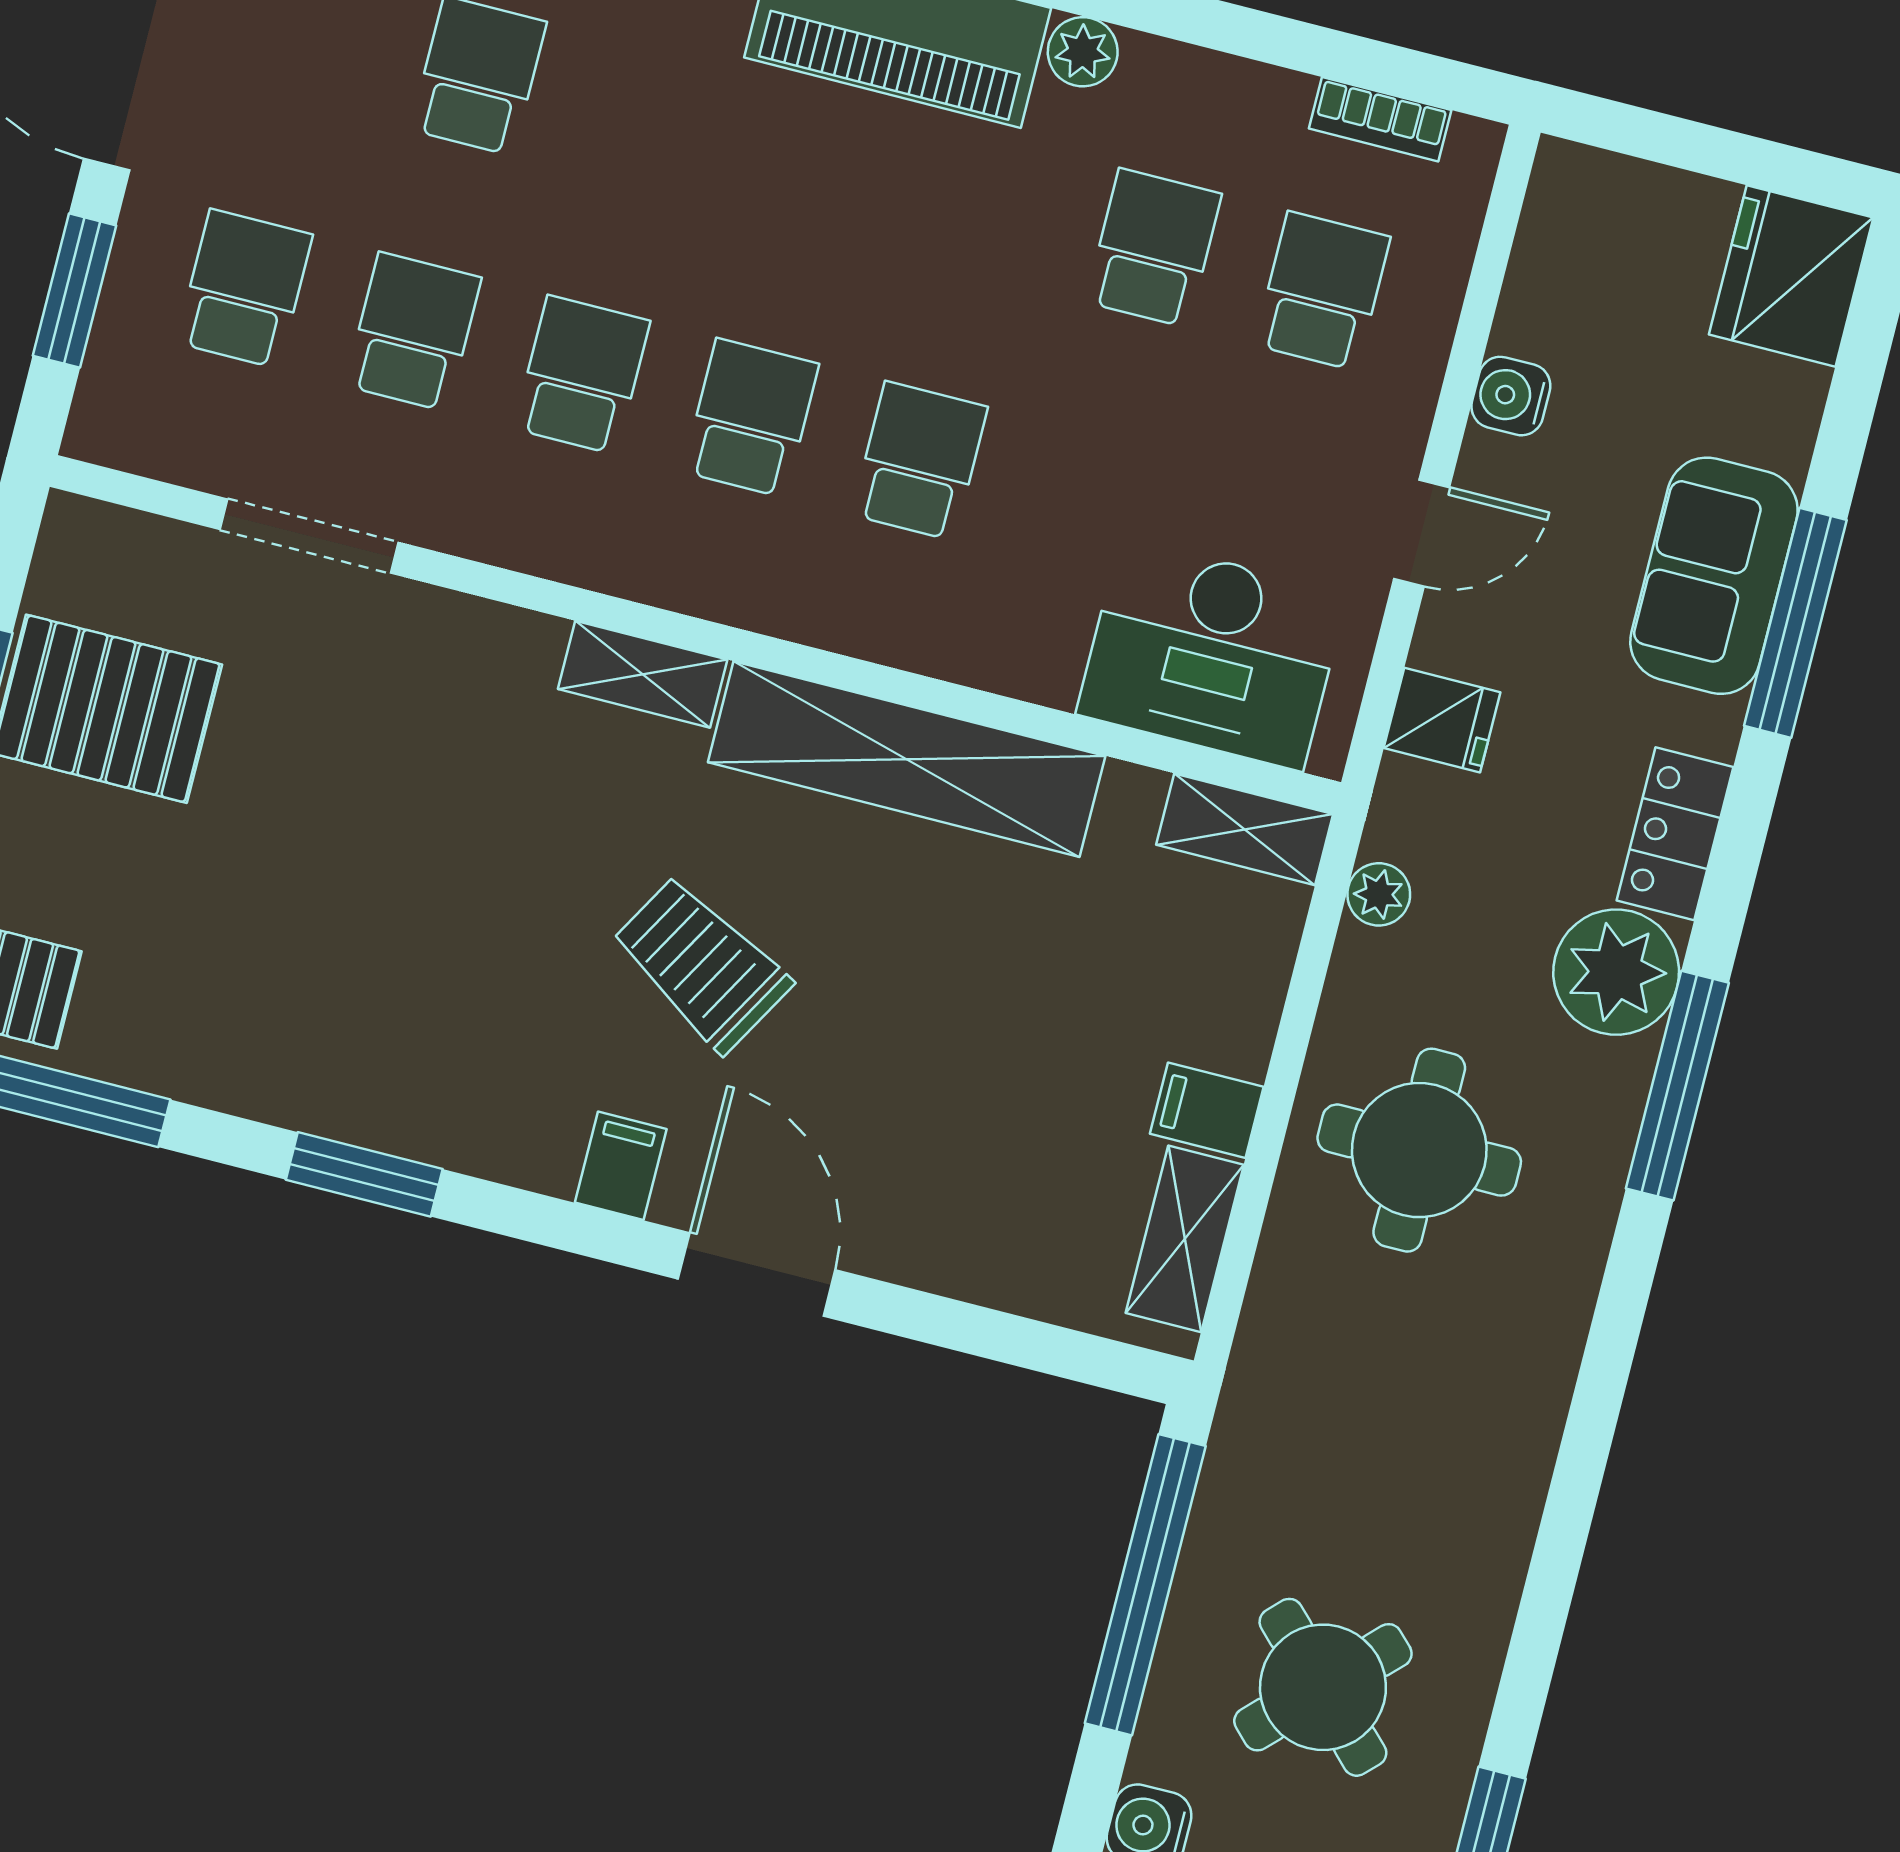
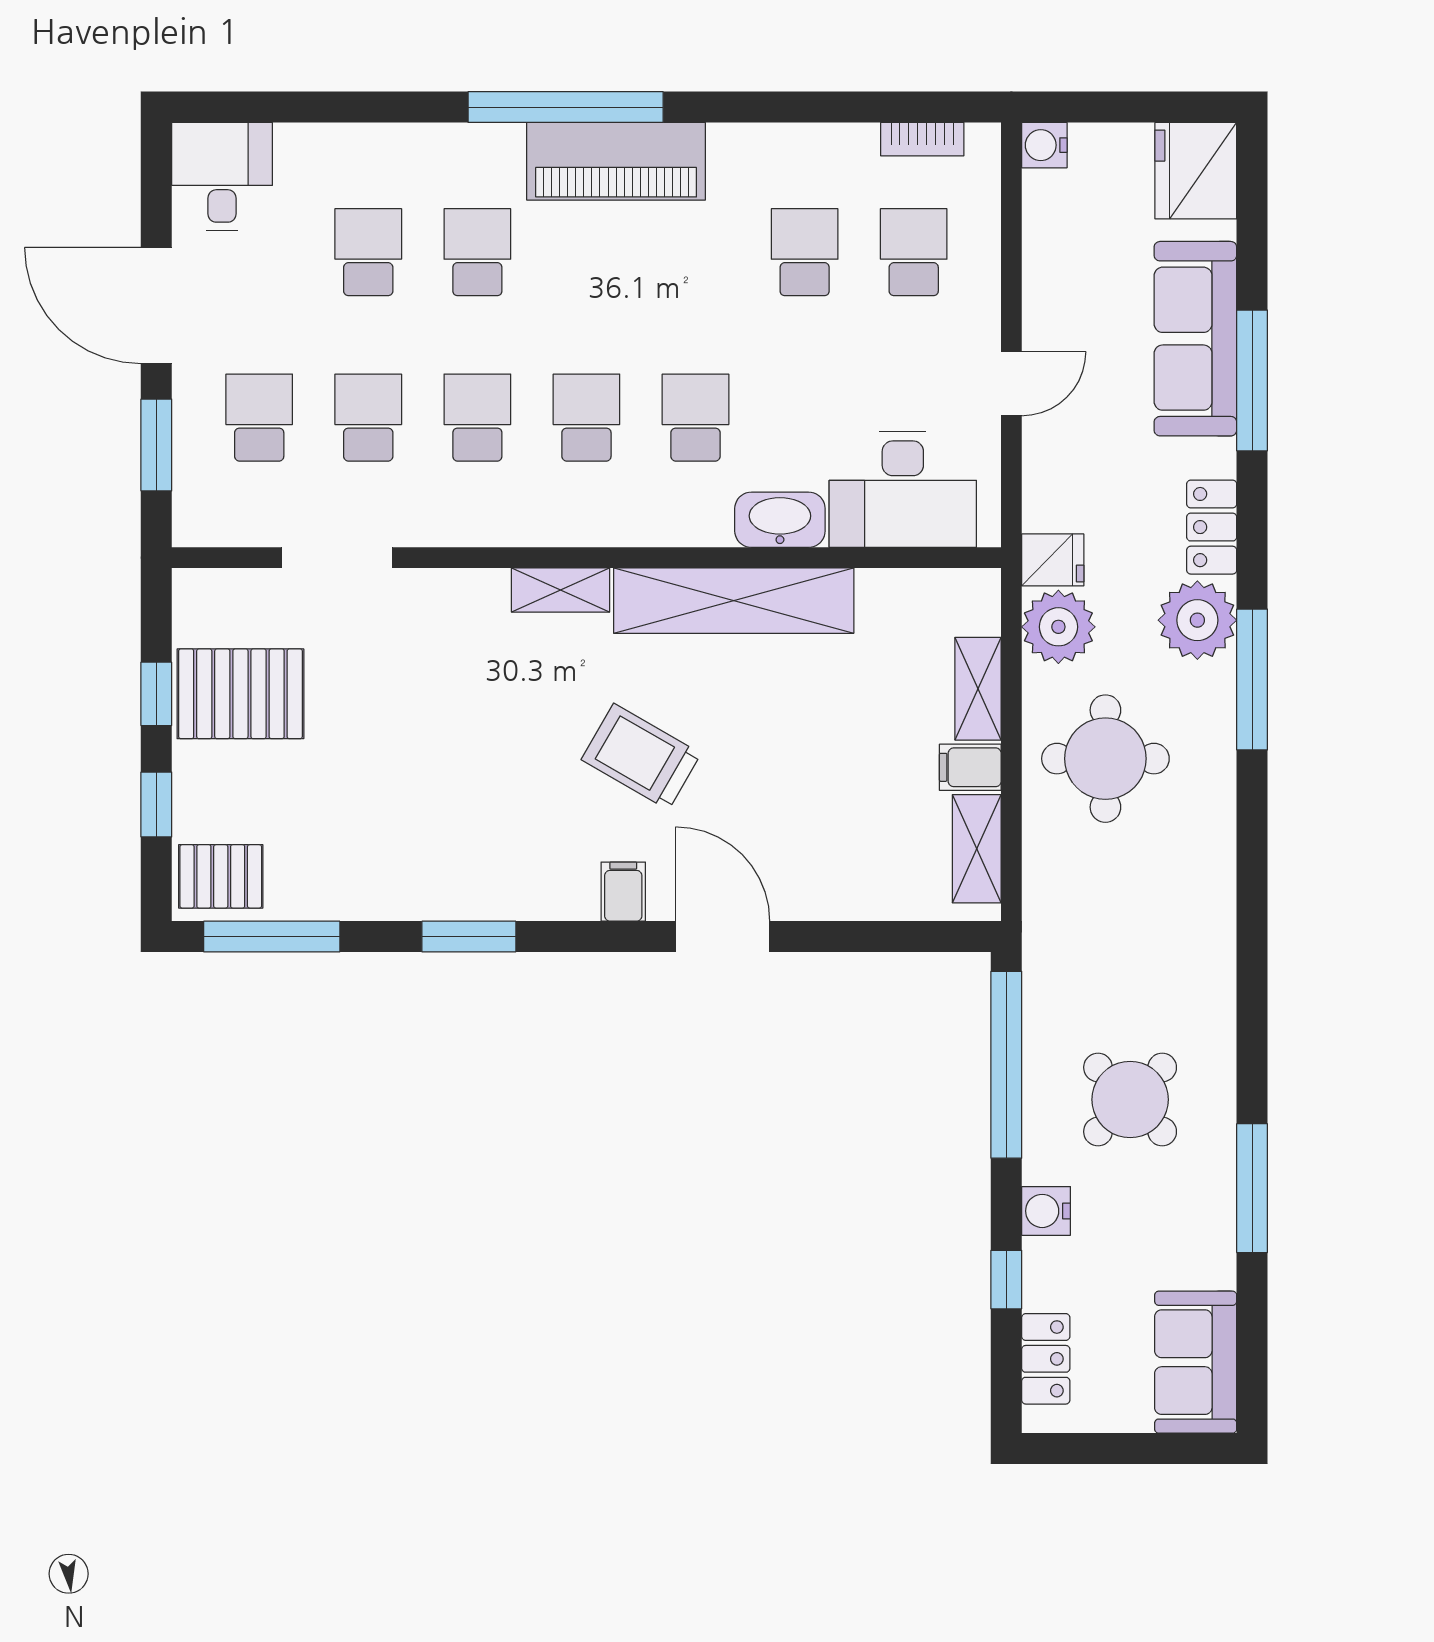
plant: (1083, 52) -> (731, 144), removed
school desk: (647, 119) -> (477, 252), added
water cooler: (1511, 396) -> (1044, 145), moved
sofa: (1714, 576) -> (1195, 339), width x1.36
washbasin: (1010, 652) -> (780, 520), added
fridge: (1442, 720) -> (1053, 560), moved
shelving: (1245, 829) -> (978, 689), moved, turned 90
plant: (1379, 894) -> (1058, 627), width x1.88, depth x1.88

